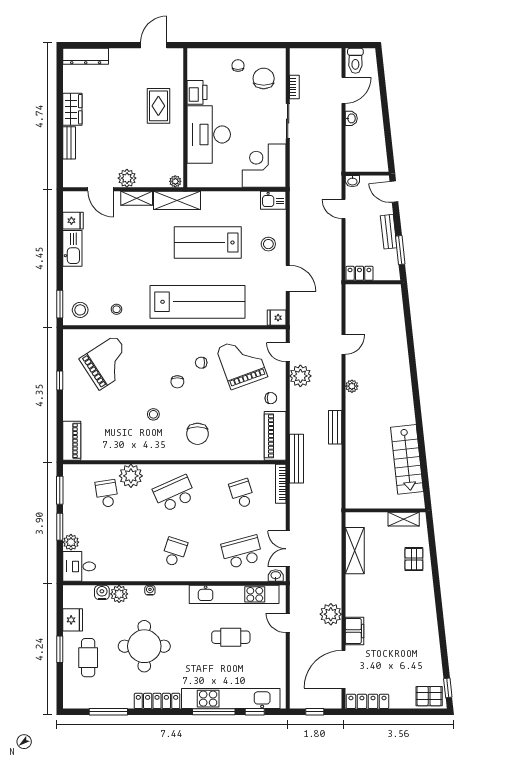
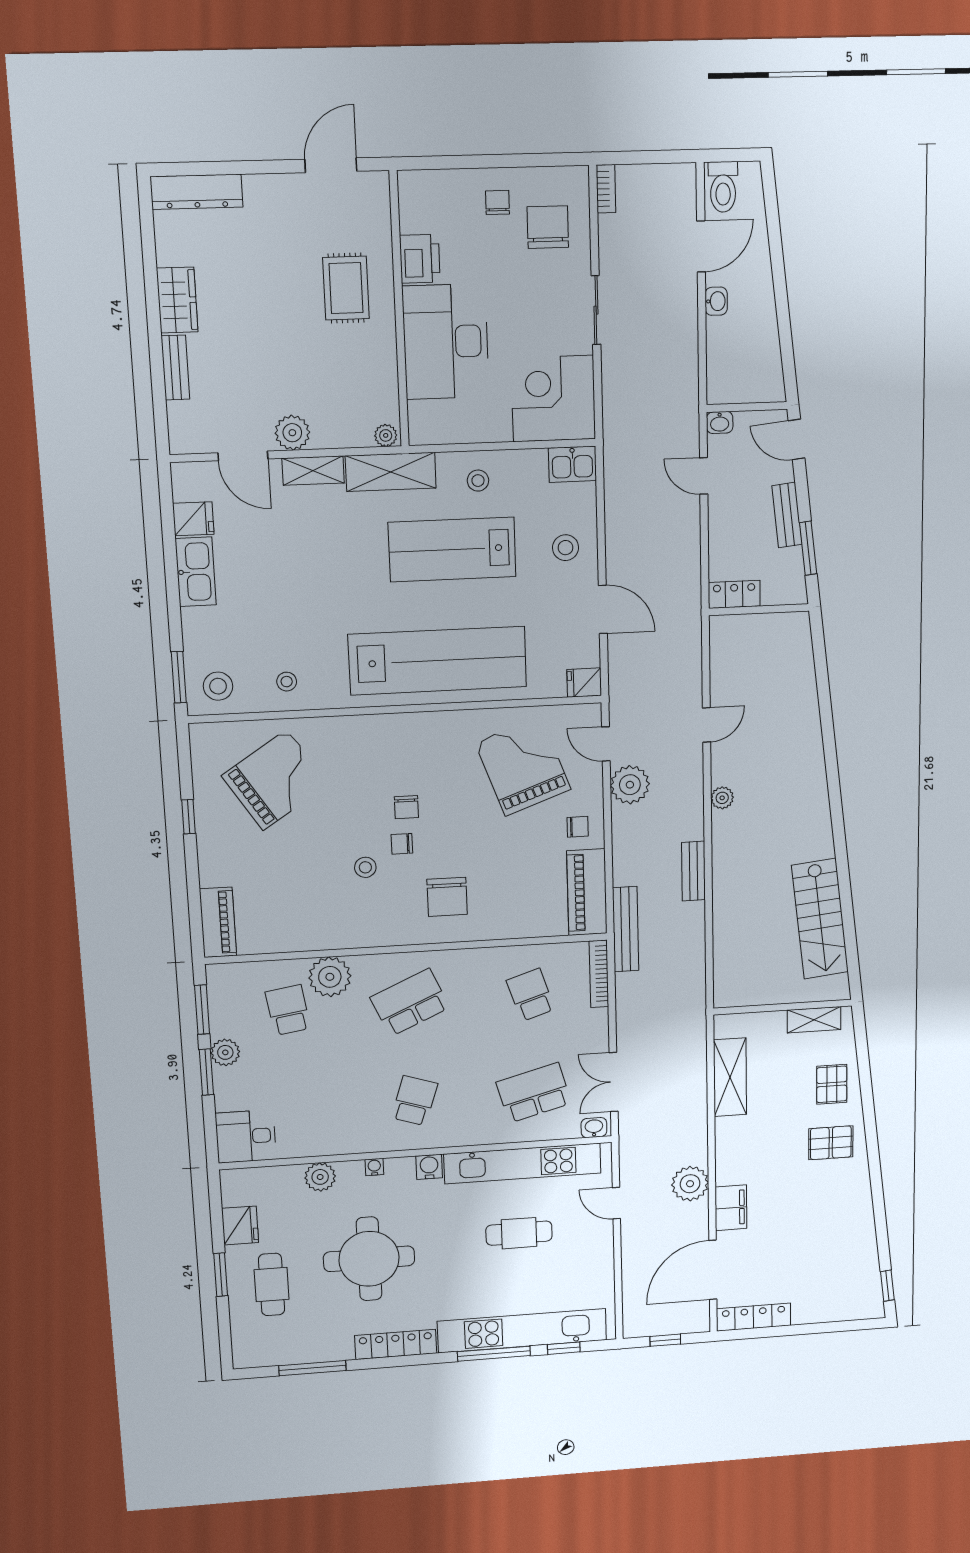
bookcase: (294, 87) -> (606, 189), moved
stool: (223, 207) -> (478, 481), added
chair: (201, 363) -> (402, 844), moved
plant: (71, 542) -> (225, 1052), moved
water cooler: (102, 592) -> (429, 1167), moved
pallet: (429, 696) -> (831, 1143), moved

